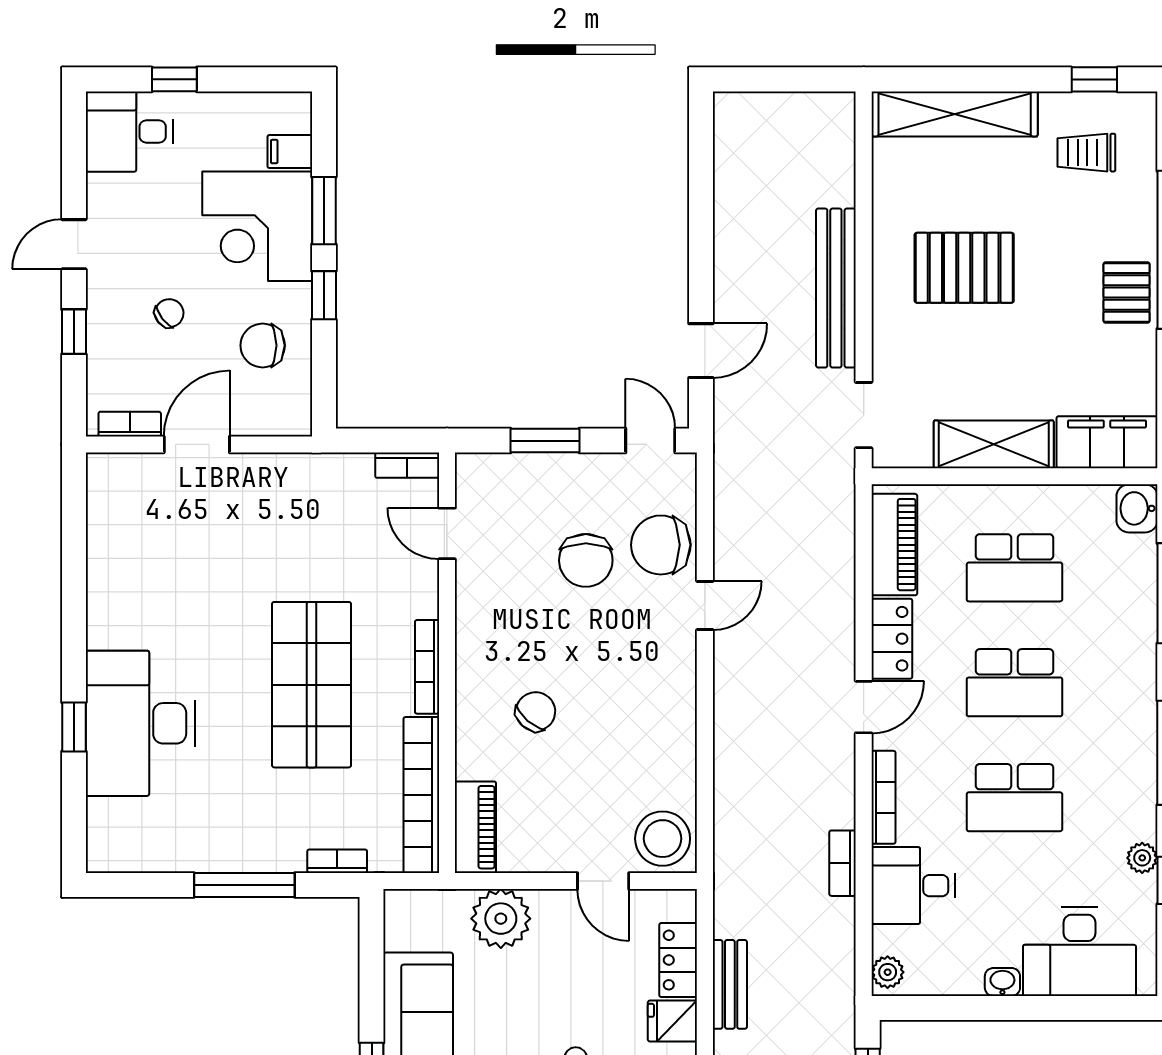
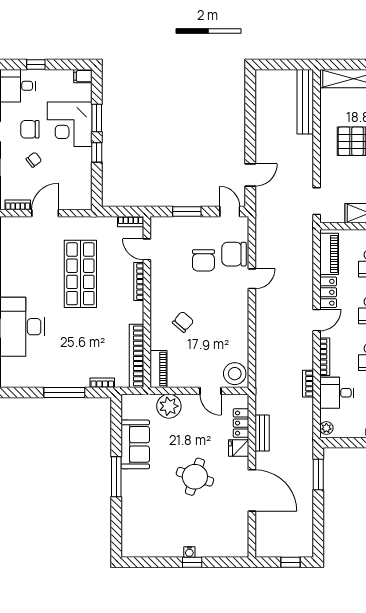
filing cabinet: (290, 152) -> (83, 76), moved
bench: (836, 288) -> (305, 102), moved
chair: (263, 345) -> (30, 129), moved
bookcase: (427, 667) -> (139, 282), moved
shop shelf: (312, 685) -> (80, 274), moved

